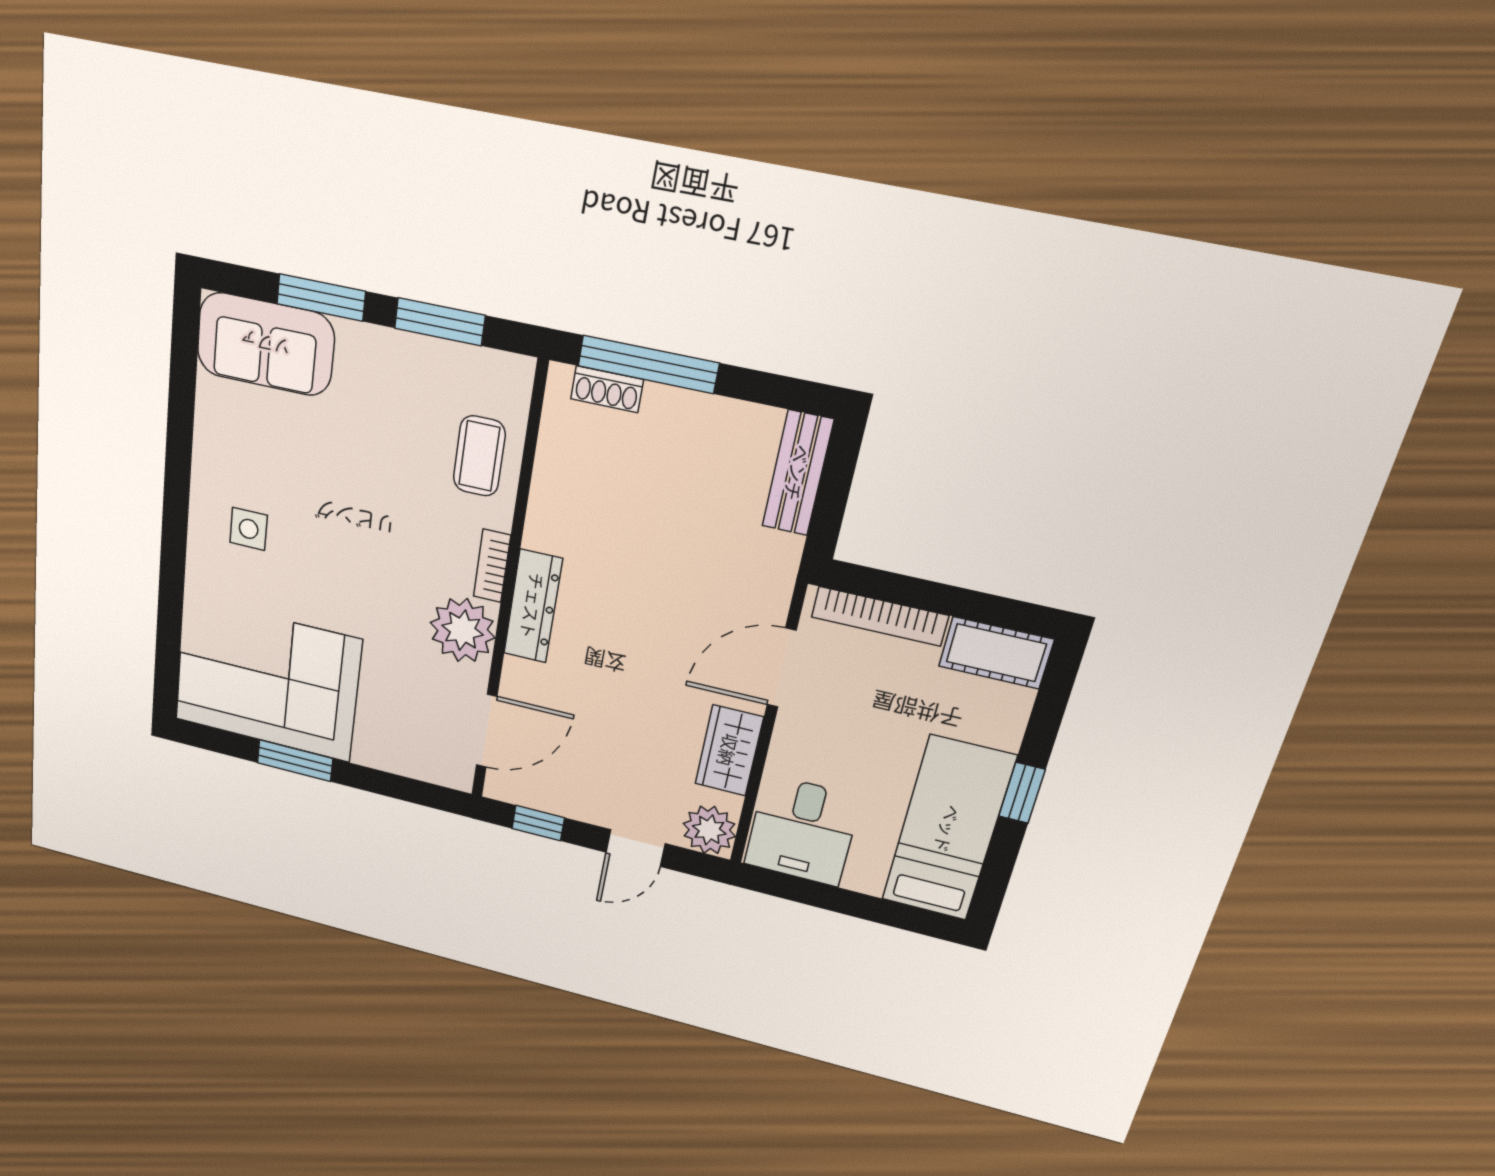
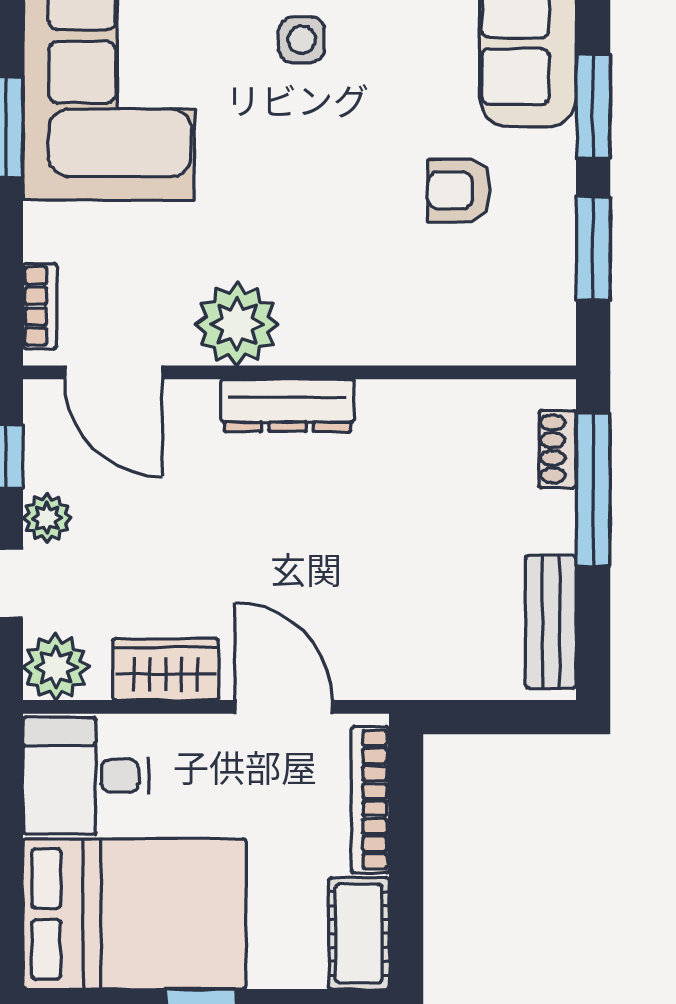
armchair: (378, 428) -> (459, 190), added
coffee table: (479, 456) -> (452, 315), removed
bench: (798, 473) -> (551, 622), moved, turned 90
bookcase: (492, 566) -> (40, 306), moved, turned 90
plant: (591, 806) -> (47, 518), added
bed: (948, 829) -> (134, 914), width x1.50

